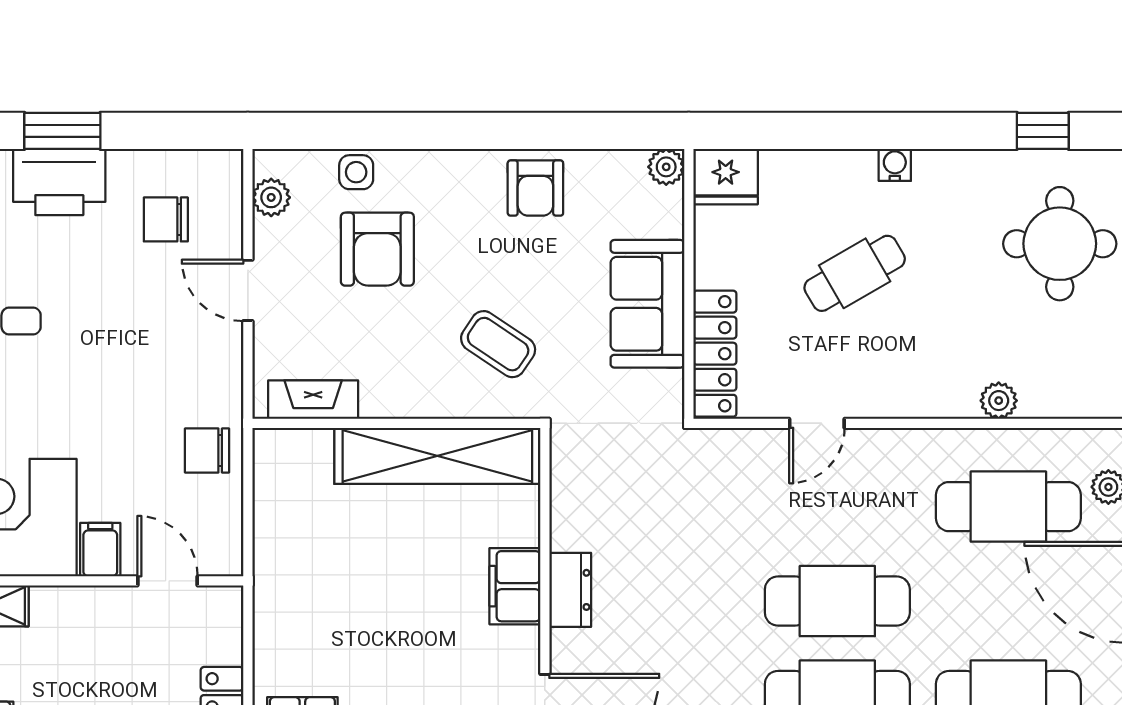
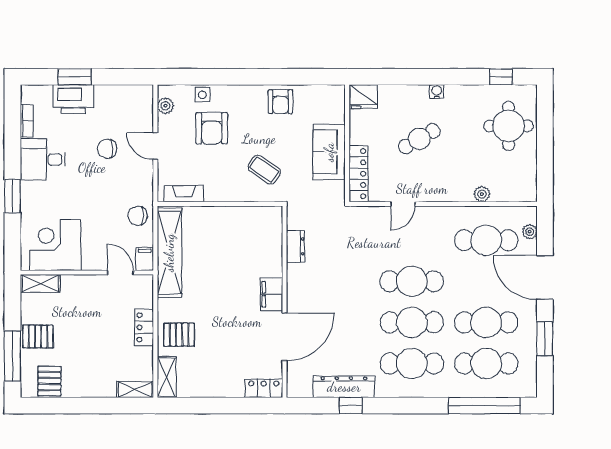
plant: (666, 167) -> (337, 92), removed
chair: (166, 219) -> (107, 149), moved
shelving: (437, 456) -> (169, 253), moved, turned 90
filing cabinet: (100, 550) -> (145, 259), moved
filing cabinet: (515, 586) -> (271, 294), moved
dresser: (570, 590) -> (296, 246), moved

